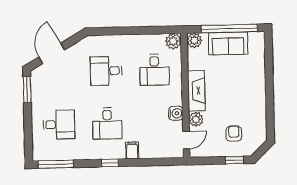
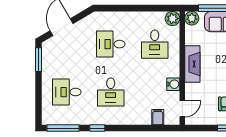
plant: (196, 119) -> (191, 90), removed
desk: (59, 125) -> (67, 92), turned 180
filing cabinet: (132, 150) -> (158, 117), moved
window: (110, 163) -> (97, 128), moved

